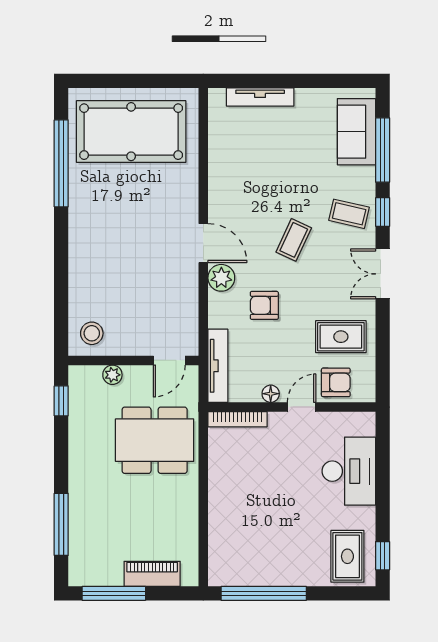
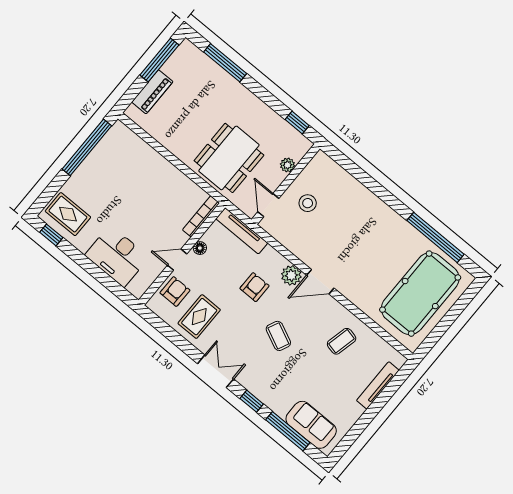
coffee table: (349, 214) -> (342, 341), moved
stool: (92, 333) -> (308, 203), moved
armchair: (336, 382) -> (175, 292), turned 180
door: (302, 407) -> (177, 260), swing flipped

